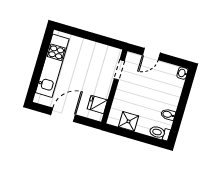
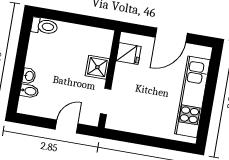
washbasin: (182, 73) -> (29, 76), moved
bidet: (168, 115) -> (29, 91), moved
shower: (128, 121) -> (97, 67), moved

